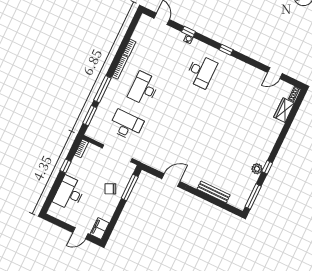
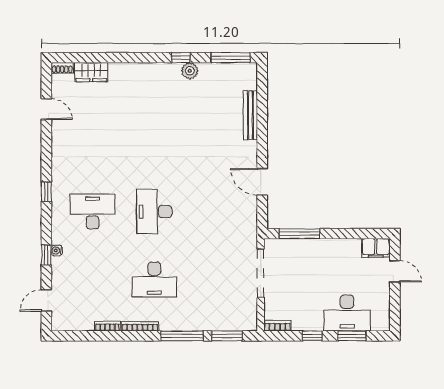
desk: (126, 125) -> (154, 212), moved
chair: (110, 189) -> (314, 259), removed
window: (54, 190) -> (352, 336), added

